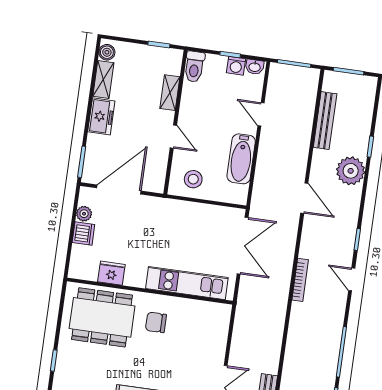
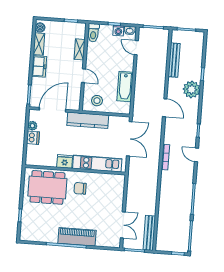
door: (261, 114) -> (136, 48), moved
kitchen counter: (176, 211) -> (88, 120), added
fridge: (111, 273) -> (65, 161), moved

